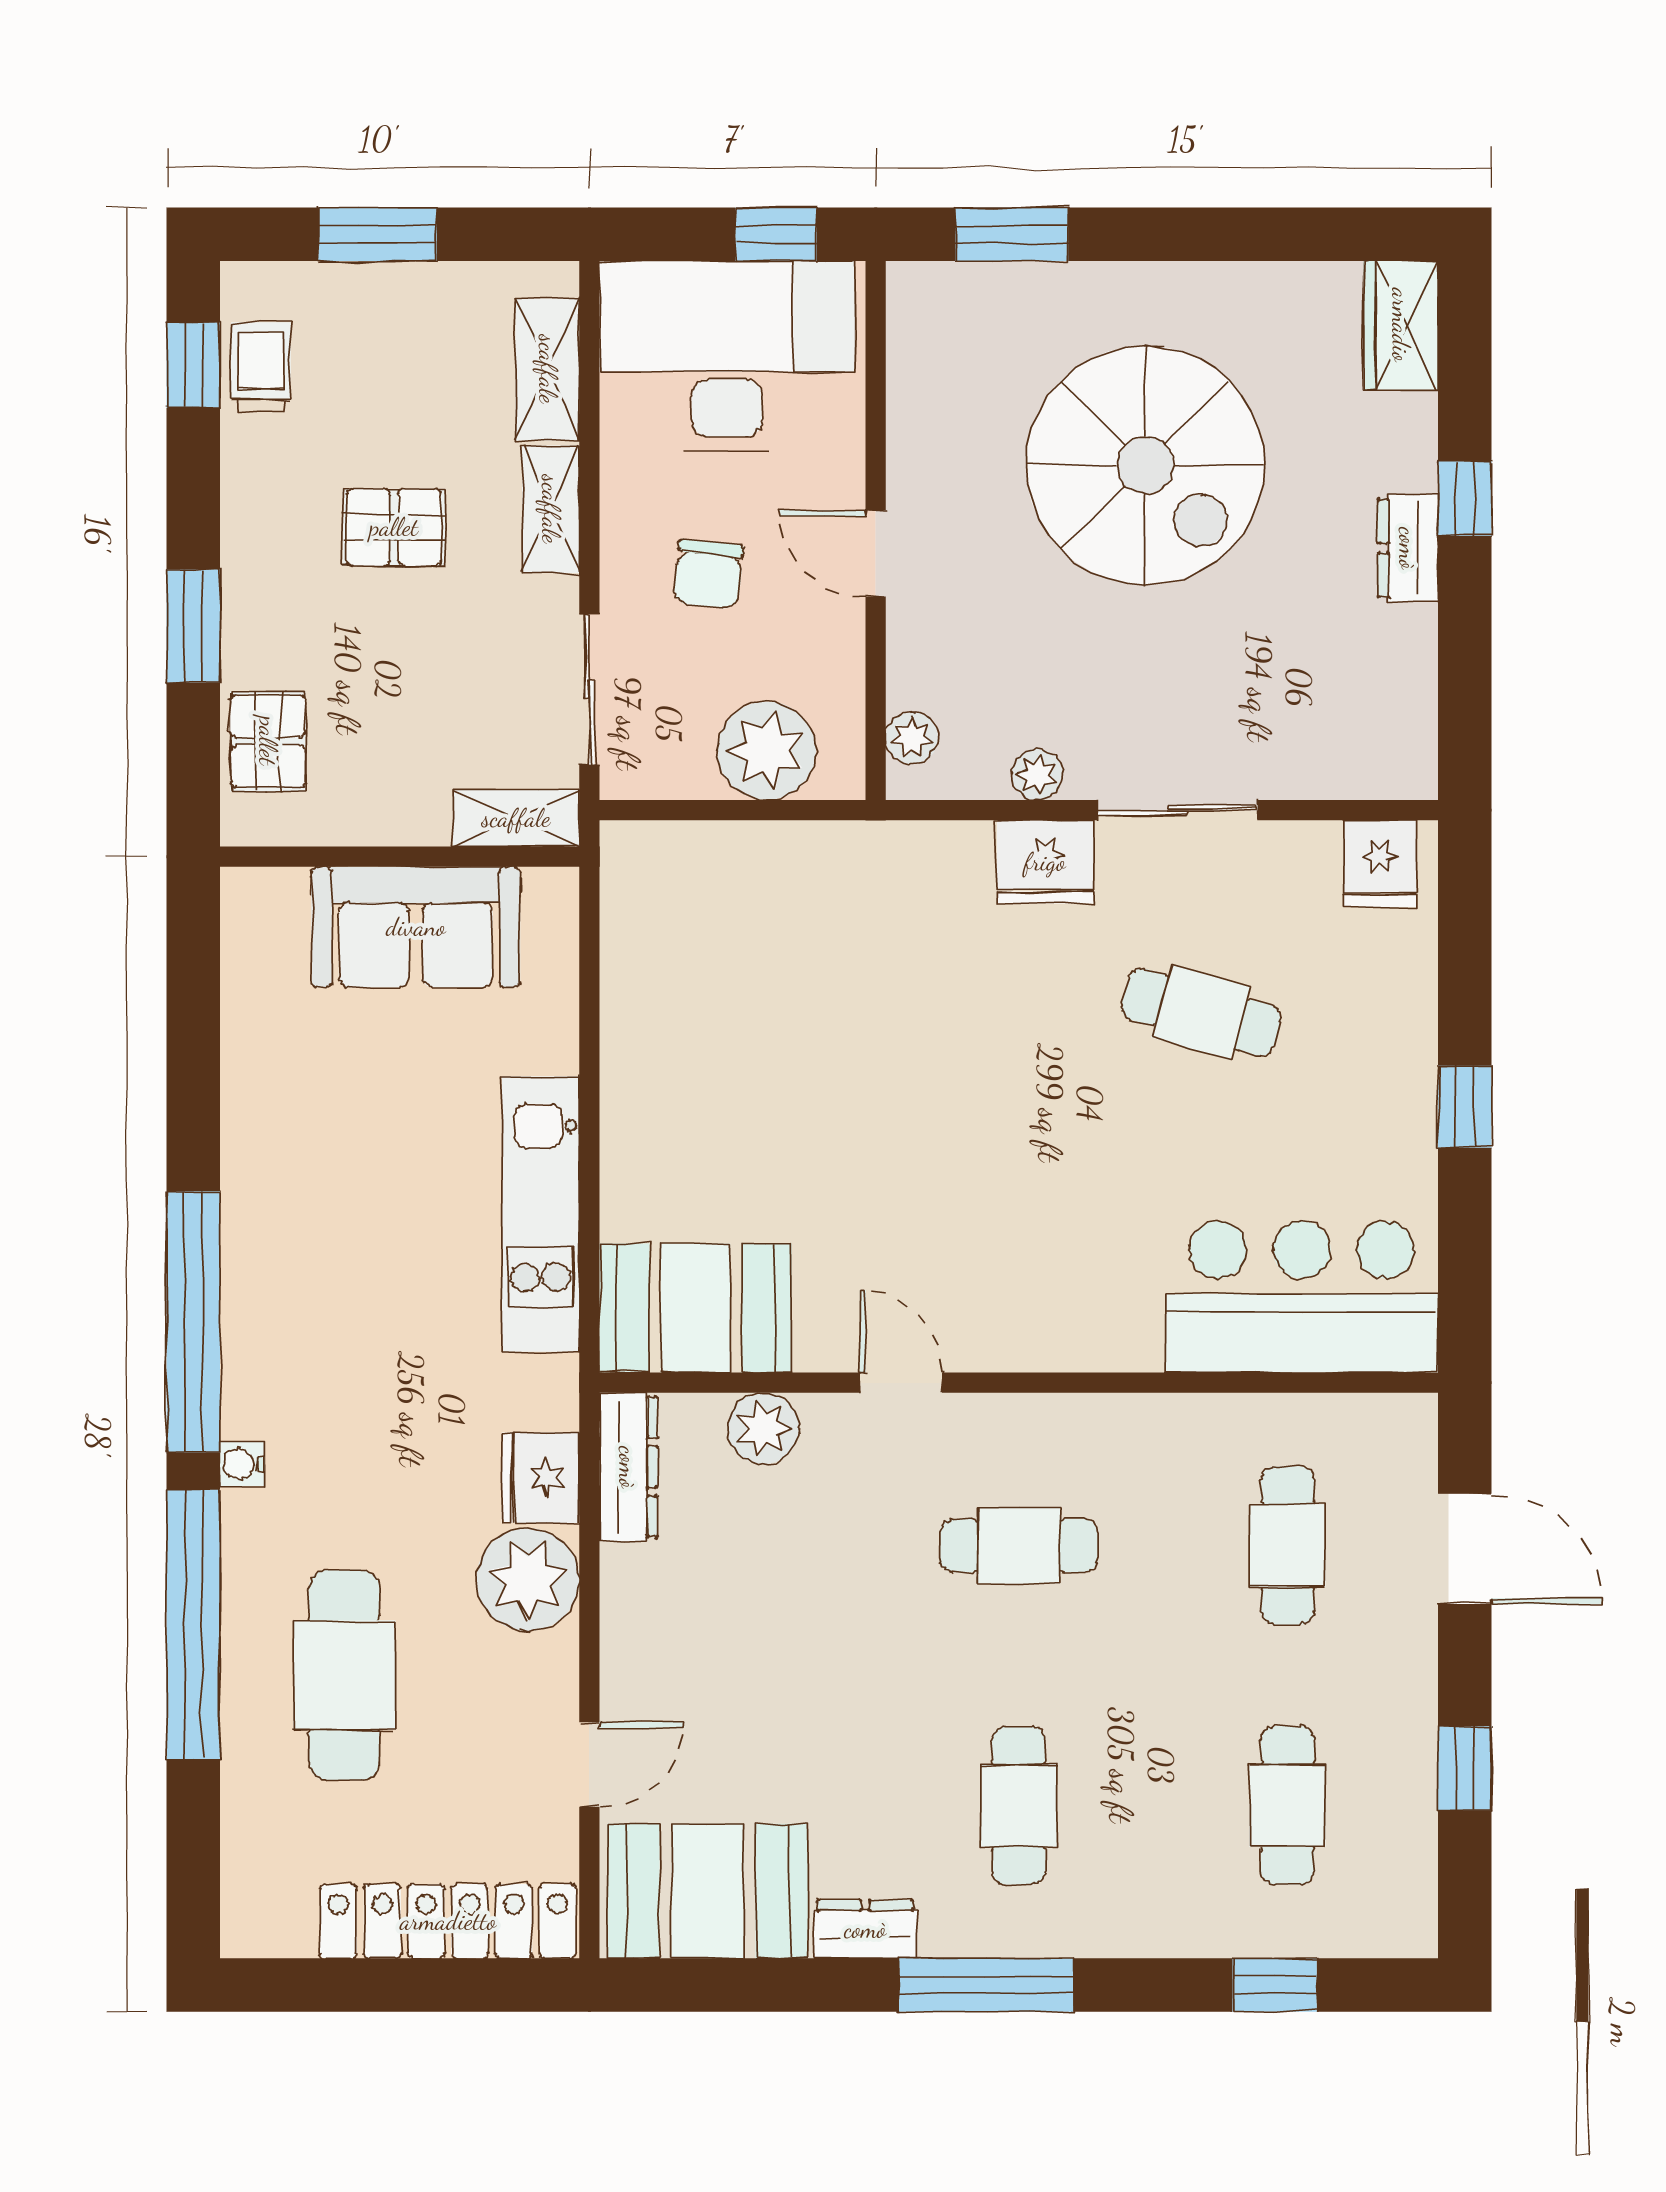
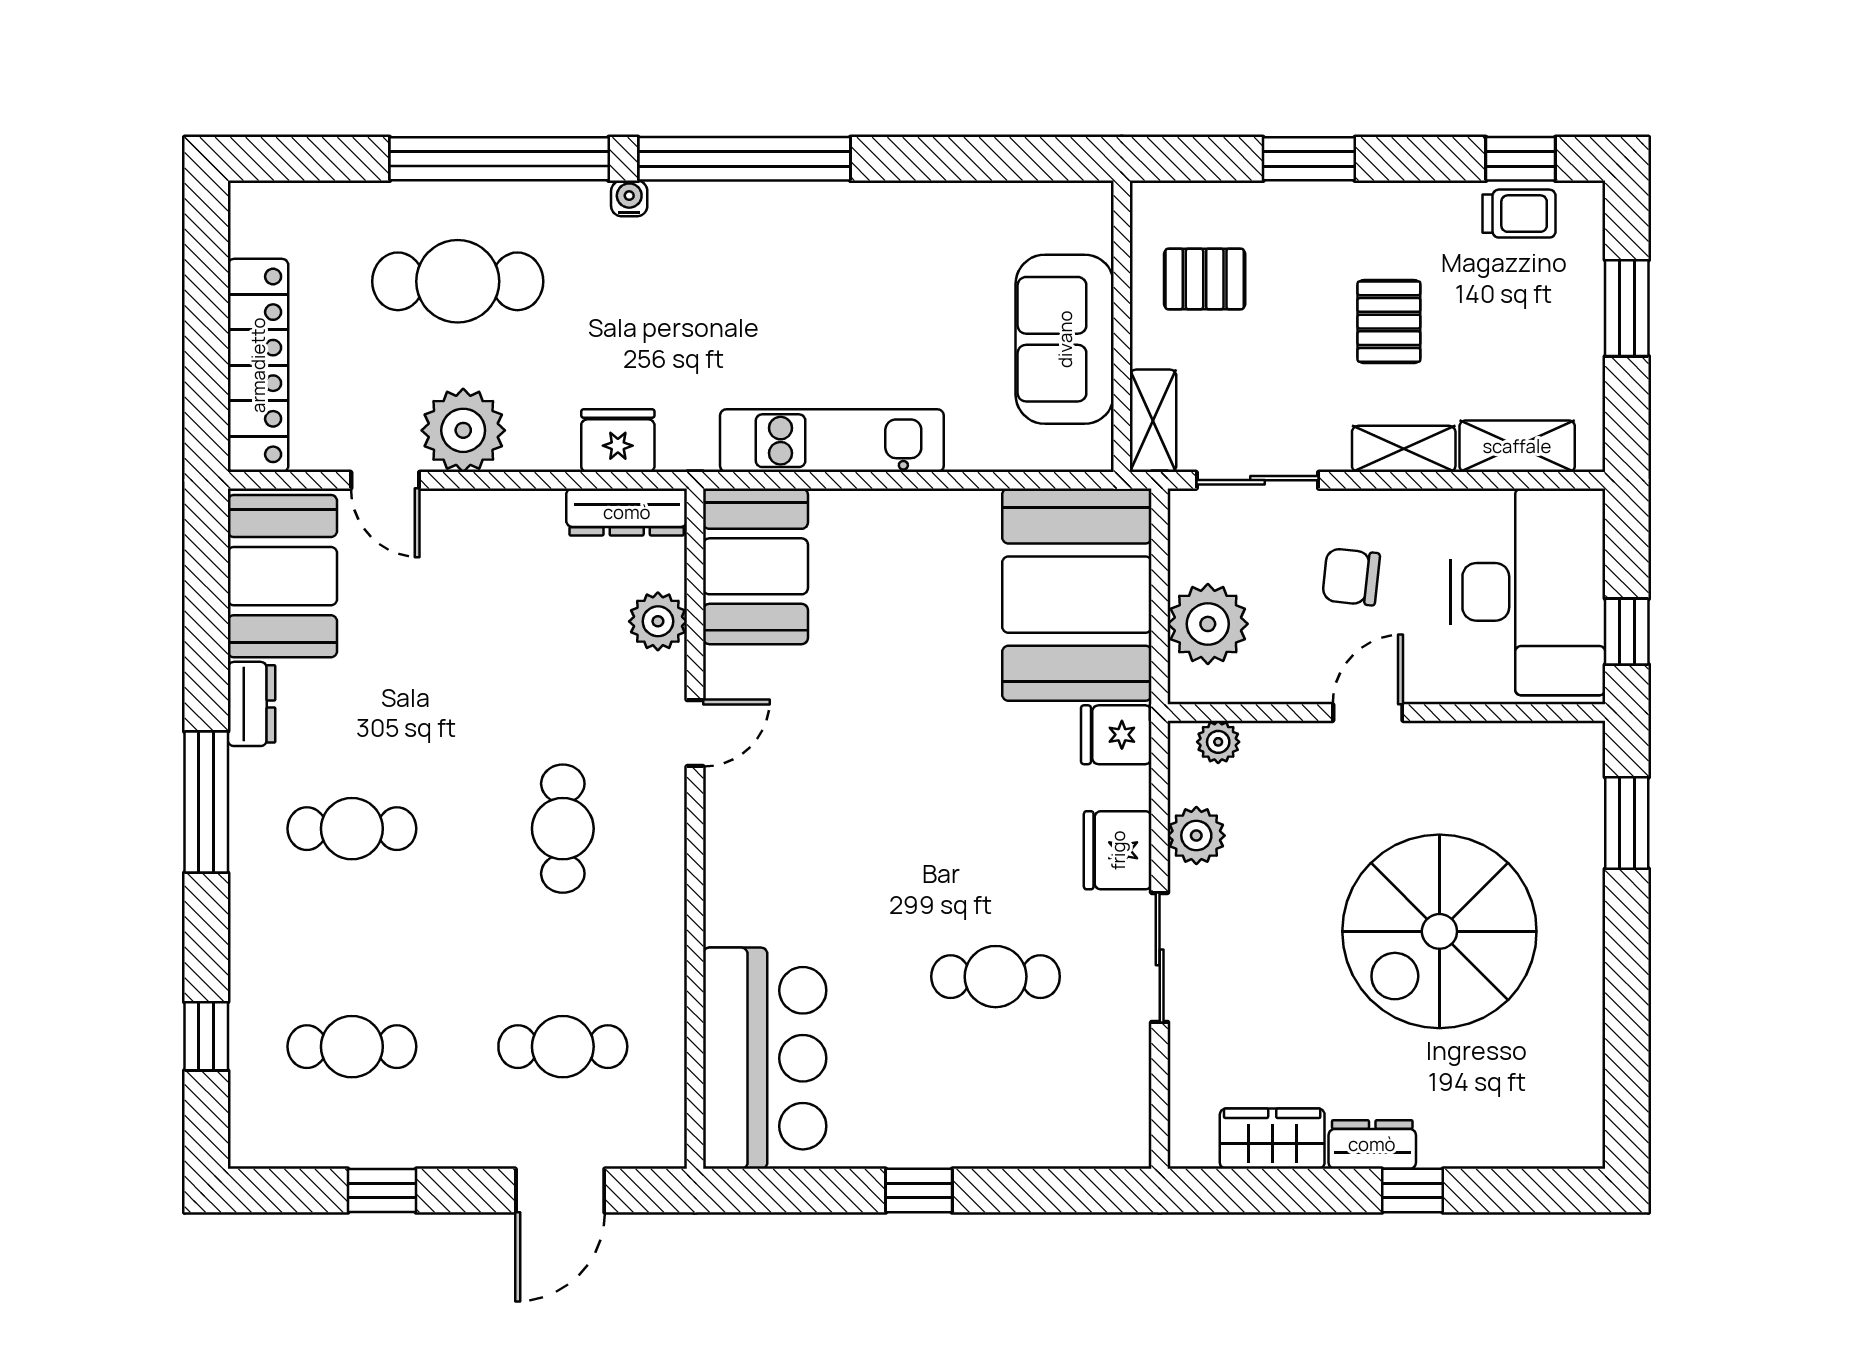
wardrobe: (1401, 325) -> (1272, 1139), moved
pallet: (268, 741) -> (1205, 279), moved
plant: (1037, 774) -> (1196, 836), width x1.38, depth x1.38
fridge: (1380, 863) -> (1116, 735), moved
booth: (730, 912) -> (1077, 595), added
cafe table: (1201, 1012) -> (996, 977), turned 74
plant: (528, 1580) -> (463, 430), moved

